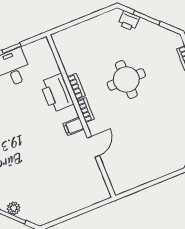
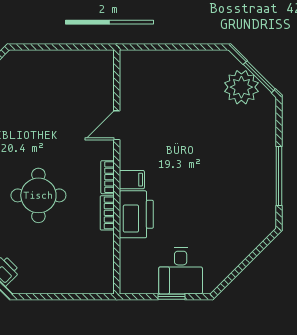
filing cabinet: (74, 126) -> (132, 180), moved
plant: (14, 208) -> (241, 87), width x1.87, depth x1.87

